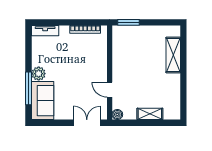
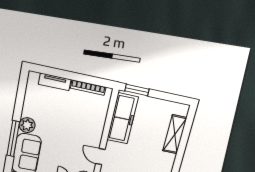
tv unit: (45, 31) -> (55, 82), moved
freezer: (122, 50) -> (123, 118), added

